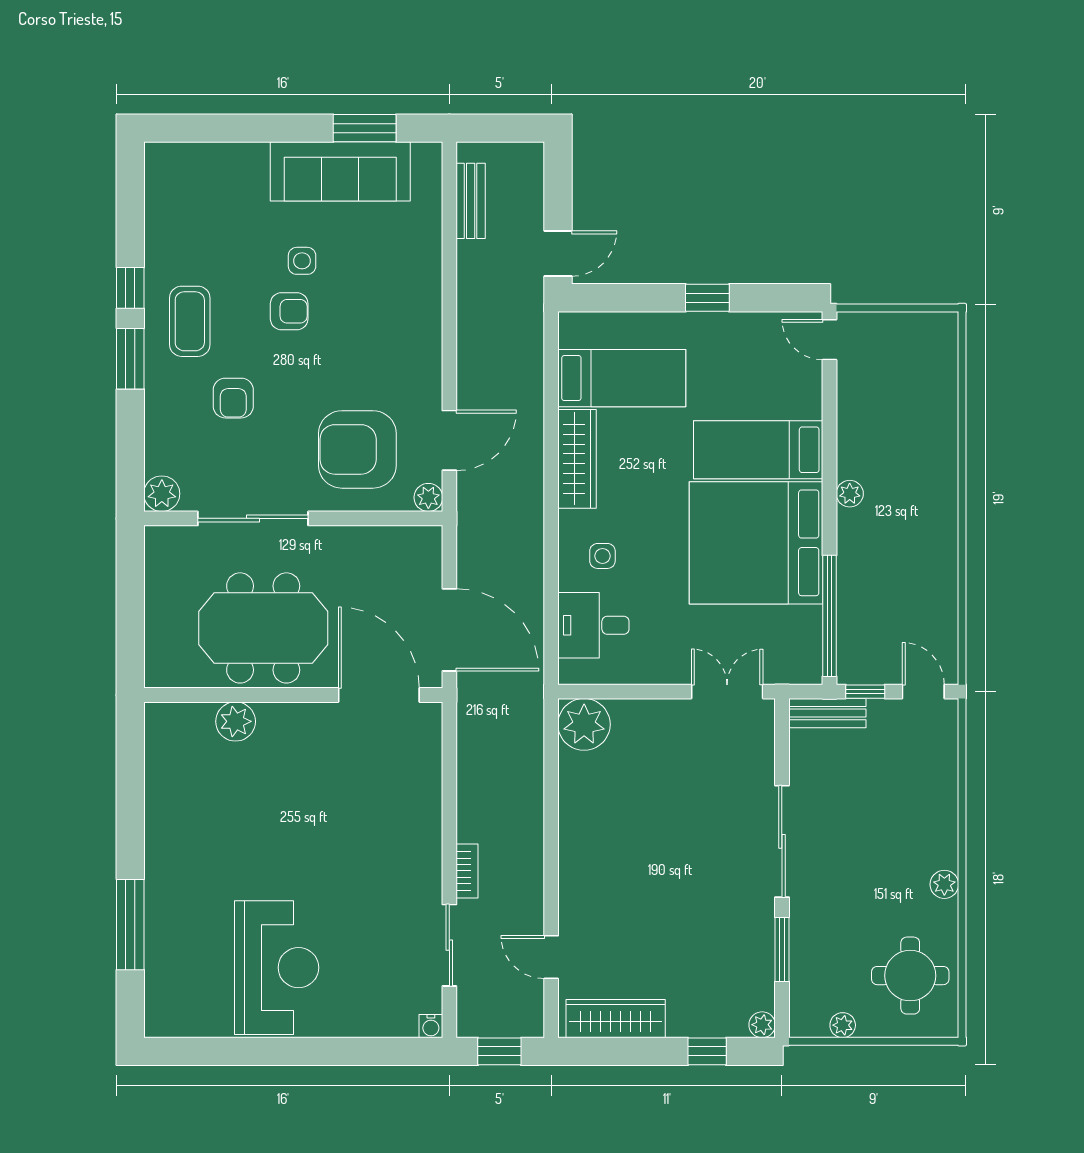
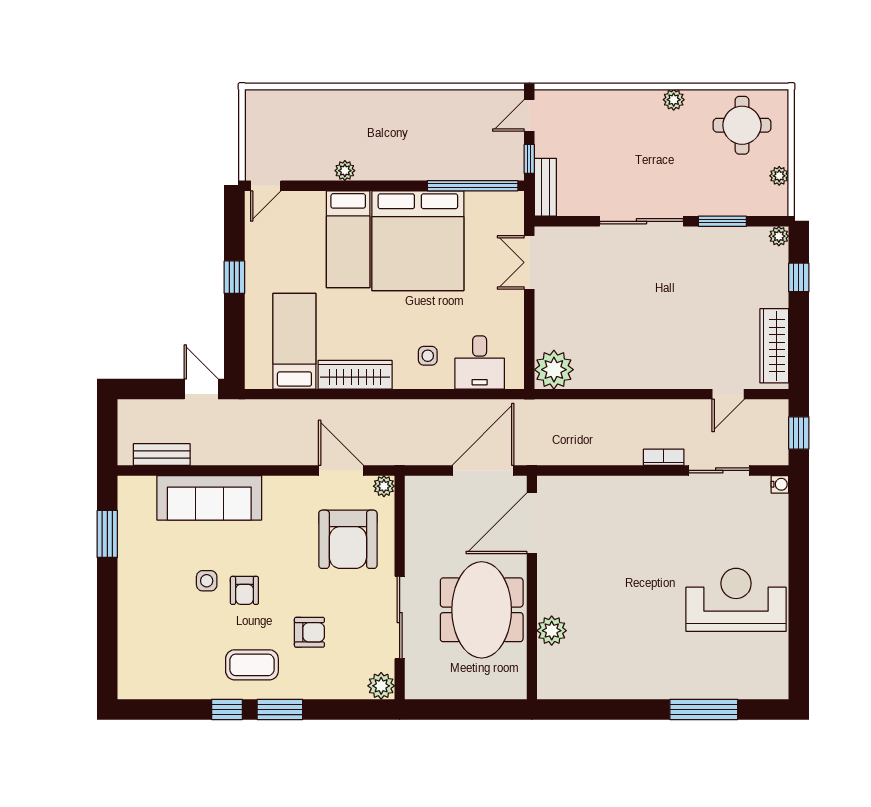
sofa: (340, 171) -> (209, 498), moved, turned 90
armchair: (289, 311) -> (244, 590), turned 180
plant: (850, 494) -> (345, 171), moved

